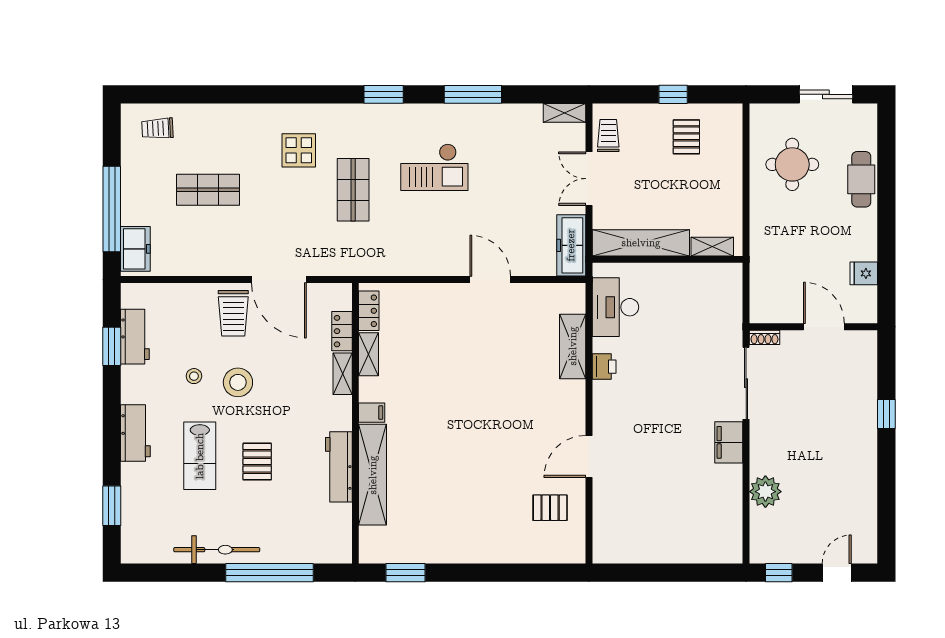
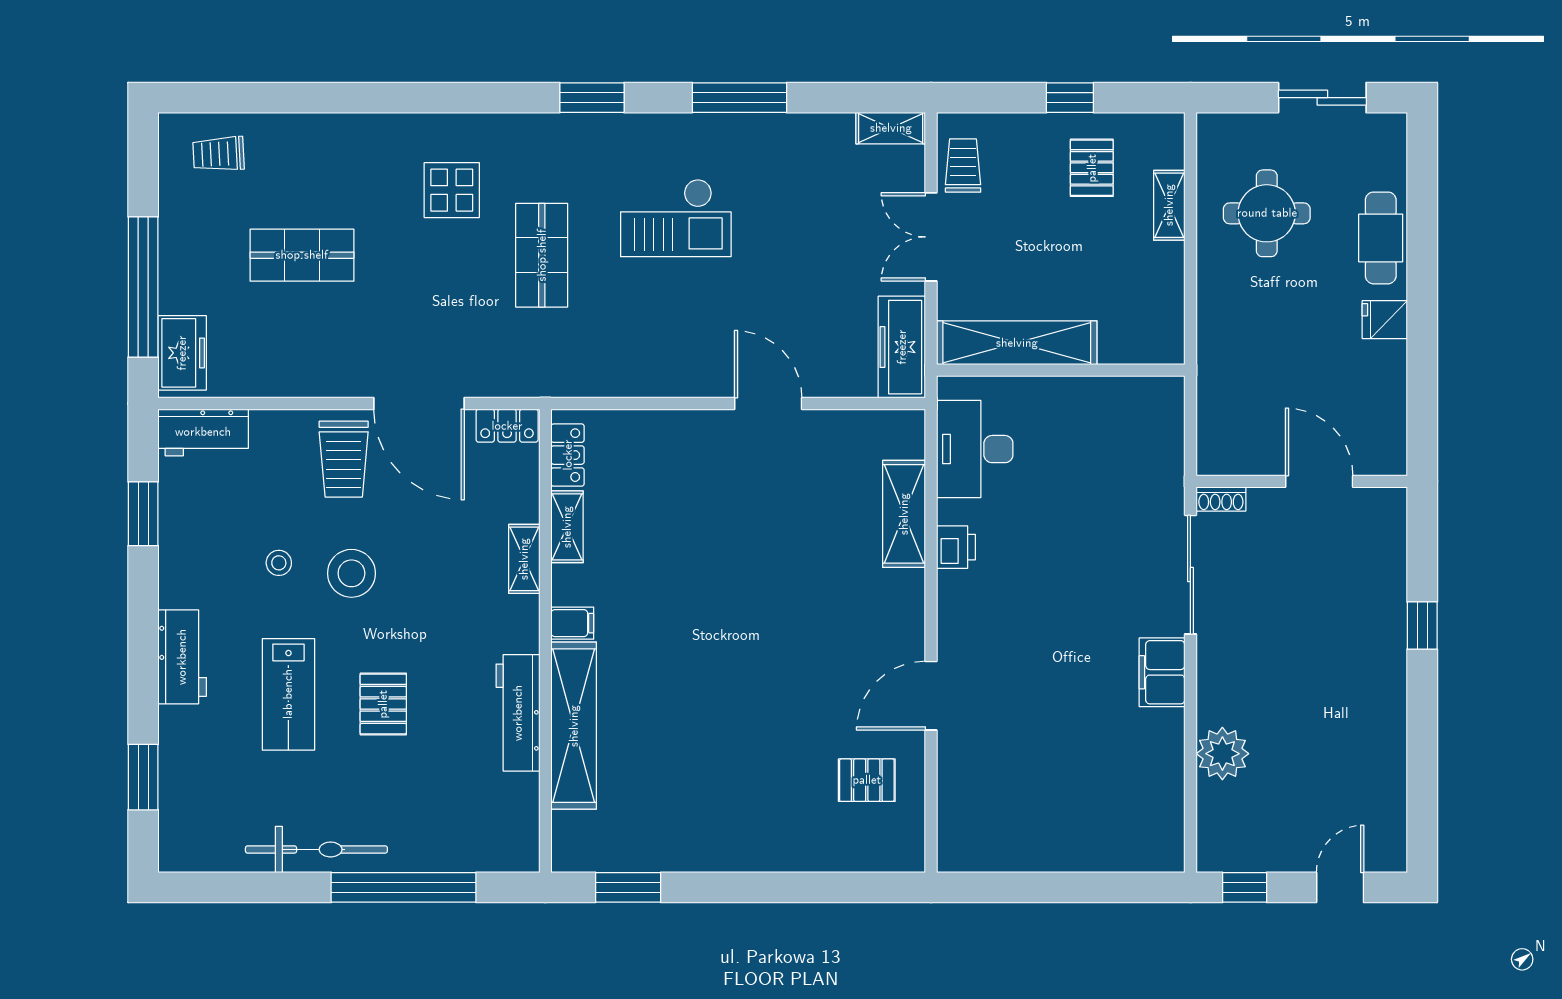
shelving: (712, 247) -> (1169, 205), moved, turned 90
fridge: (864, 273) -> (1385, 320), moved
locker: (342, 331) -> (507, 426), moved, turned -90
workbench: (135, 337) -> (203, 432), moved, turned 90

